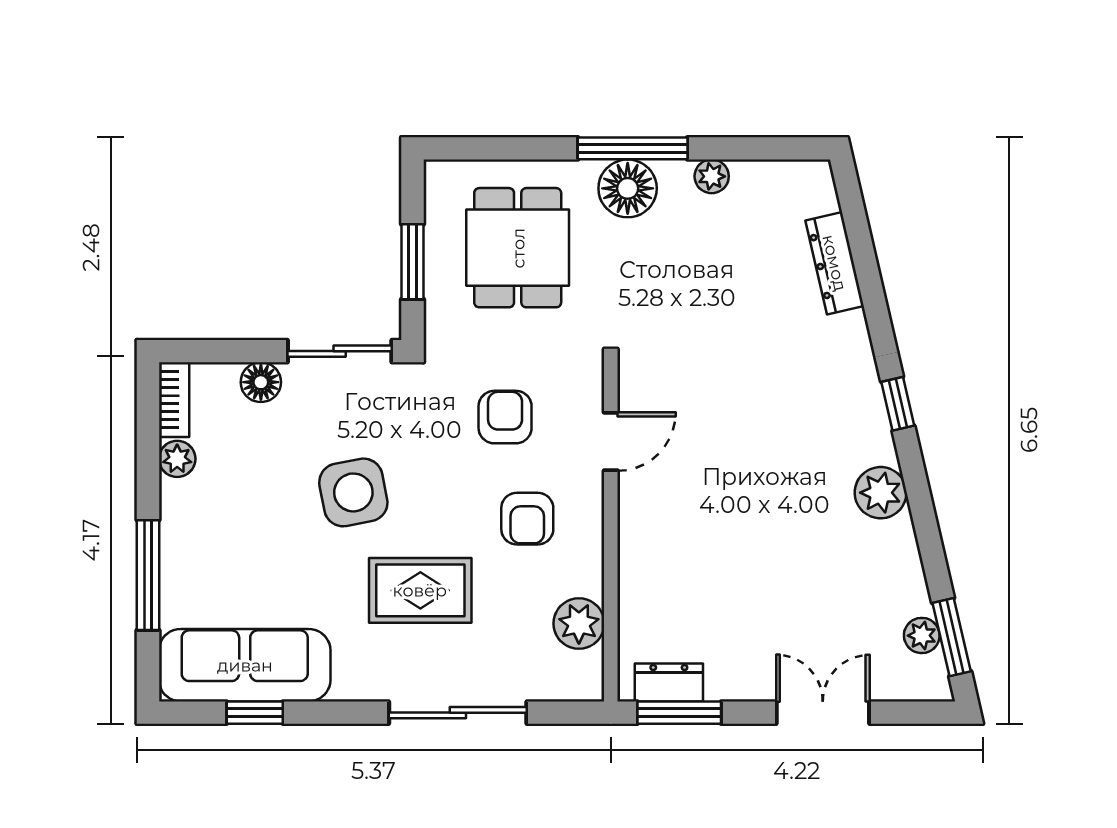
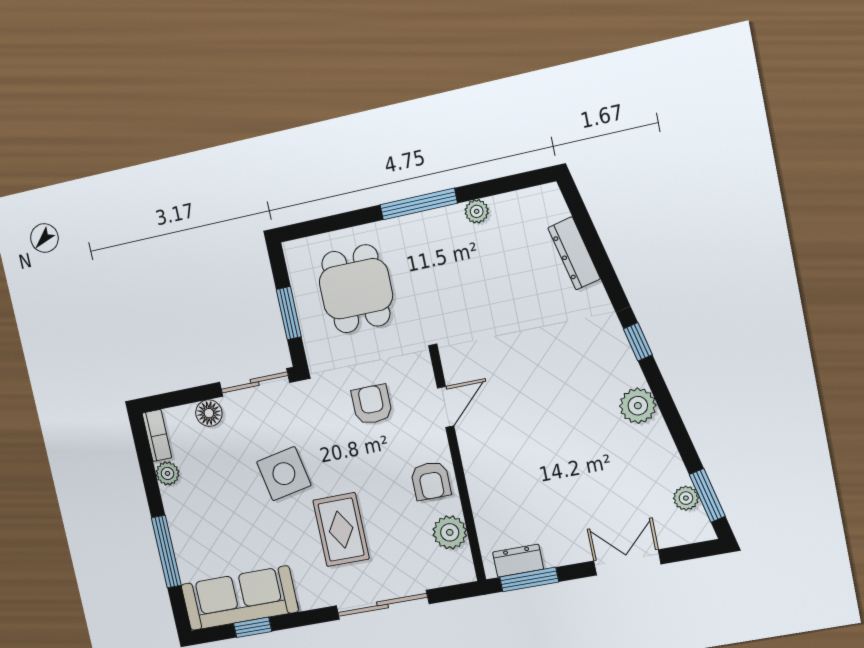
floor lamp: (628, 188) -> (421, 232), removed
armchair: (527, 519) -> (431, 481), moved
rug: (420, 590) -> (341, 530), turned 90

